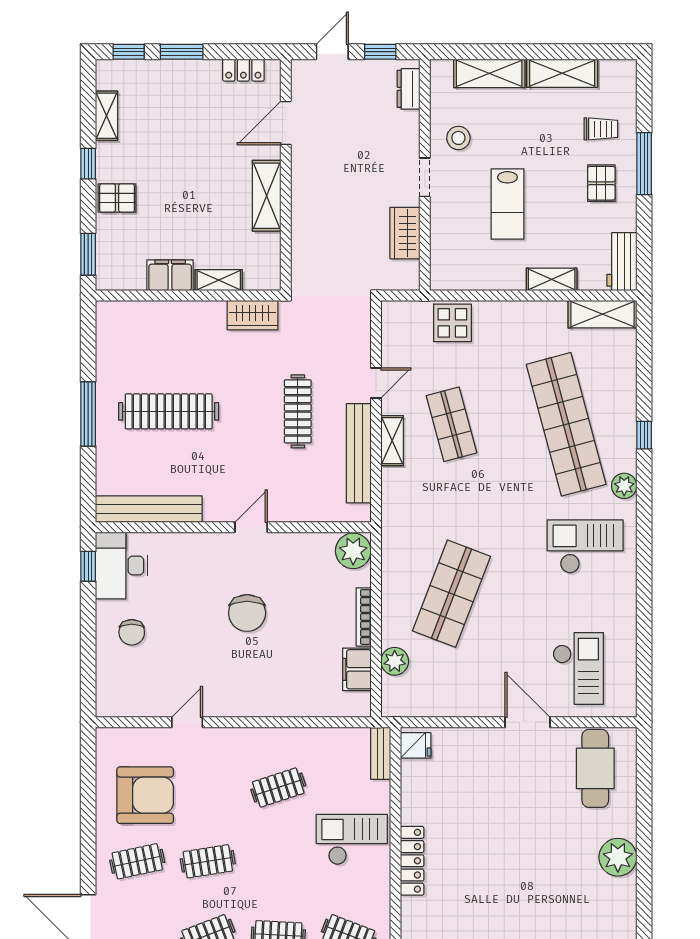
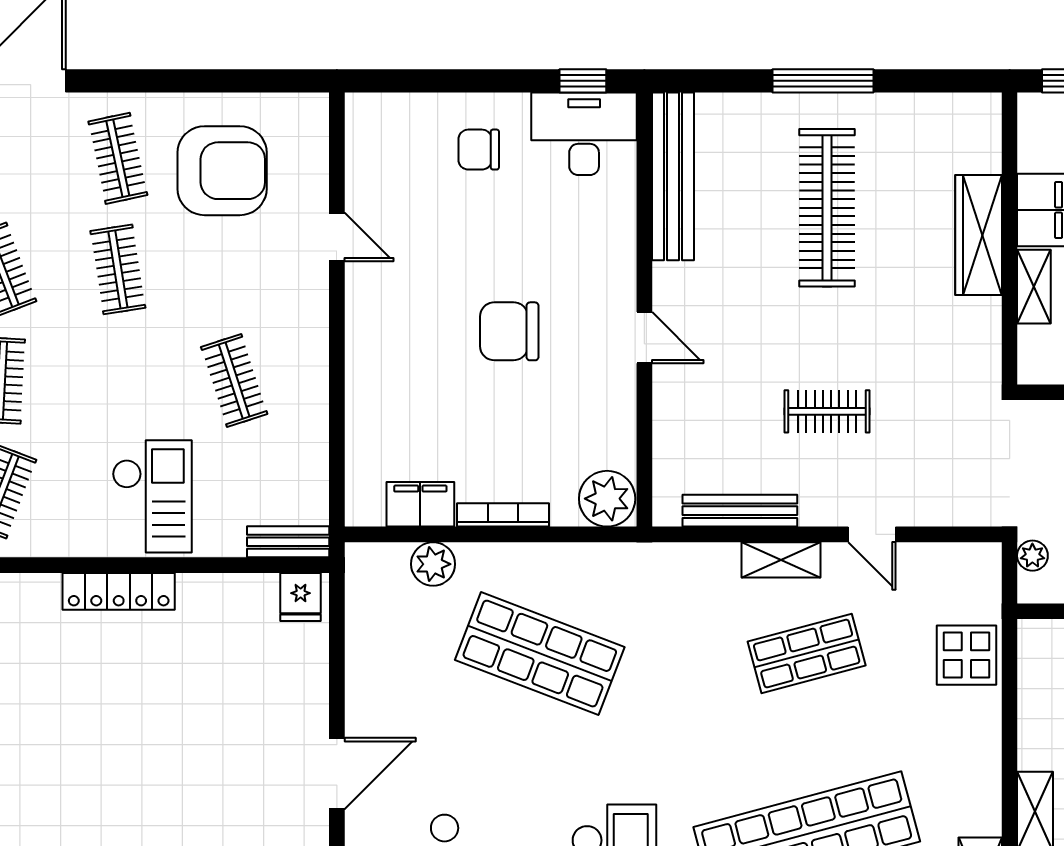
plant: (389, 281) -> (1032, 556), added
wardrobe: (253, 315) -> (979, 235), moved, width x1.50
clothes rail: (298, 411) -> (827, 411), width x0.73
bench: (359, 453) -> (740, 511), width x0.73, depth x0.82
armchair: (145, 795) -> (222, 171), turned -90

